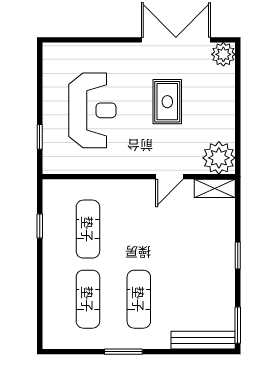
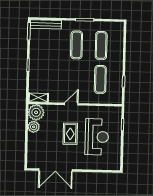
plant: (223, 54) -> (34, 127), moved
rug: (167, 102) -> (70, 134), moved
reception desk: (92, 110) -> (97, 137), turned 180
door: (169, 177) -> (71, 104), moved

